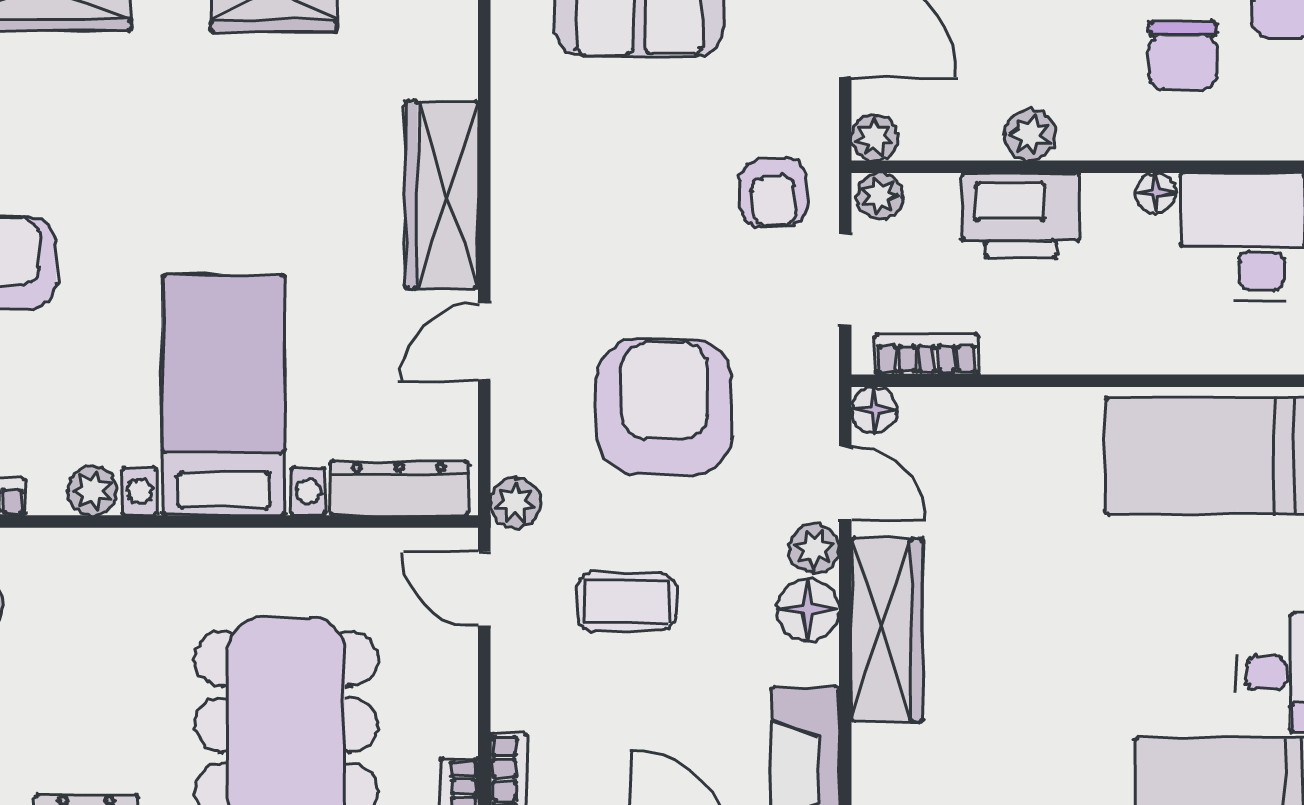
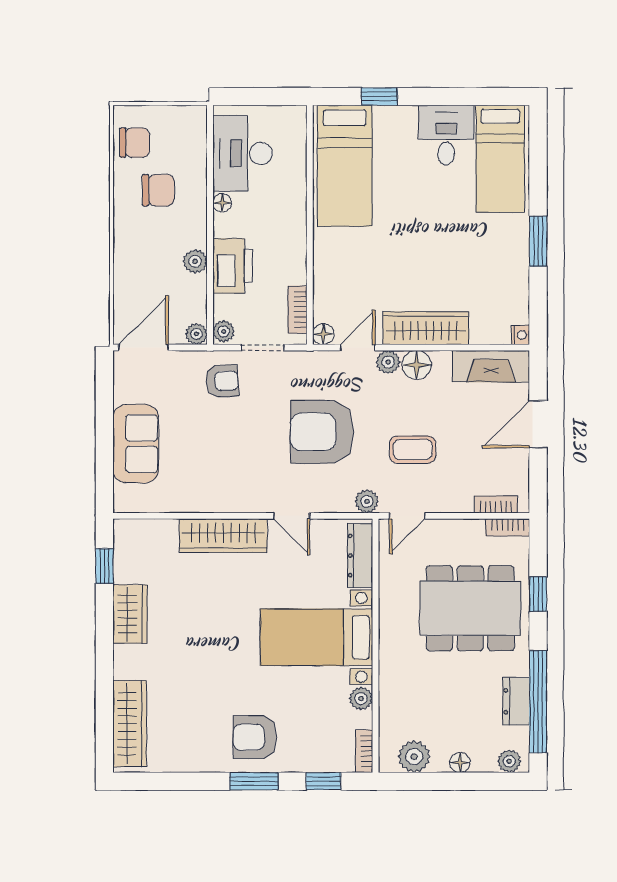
coffee table: (626, 601) -> (413, 450), turned 90

